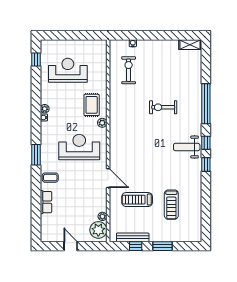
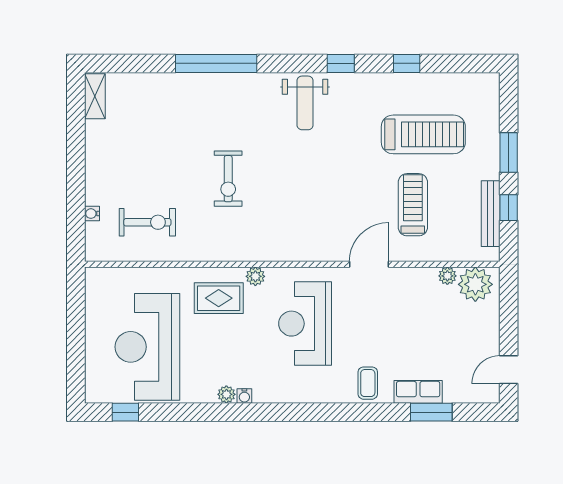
reception desk: (68, 70) -> (147, 347), width x1.36, depth x1.30
exercise bike: (129, 70) -> (147, 222), turned 180
exercise bike: (163, 107) -> (228, 179), moved
window: (206, 143) -> (407, 63), moved
window: (36, 155) -> (431, 412), moved
treadmill: (137, 200) -> (413, 205), turned 180
treadmill: (171, 205) -> (423, 134), width x1.37, depth x1.38
door: (71, 246) -> (509, 370), moved

